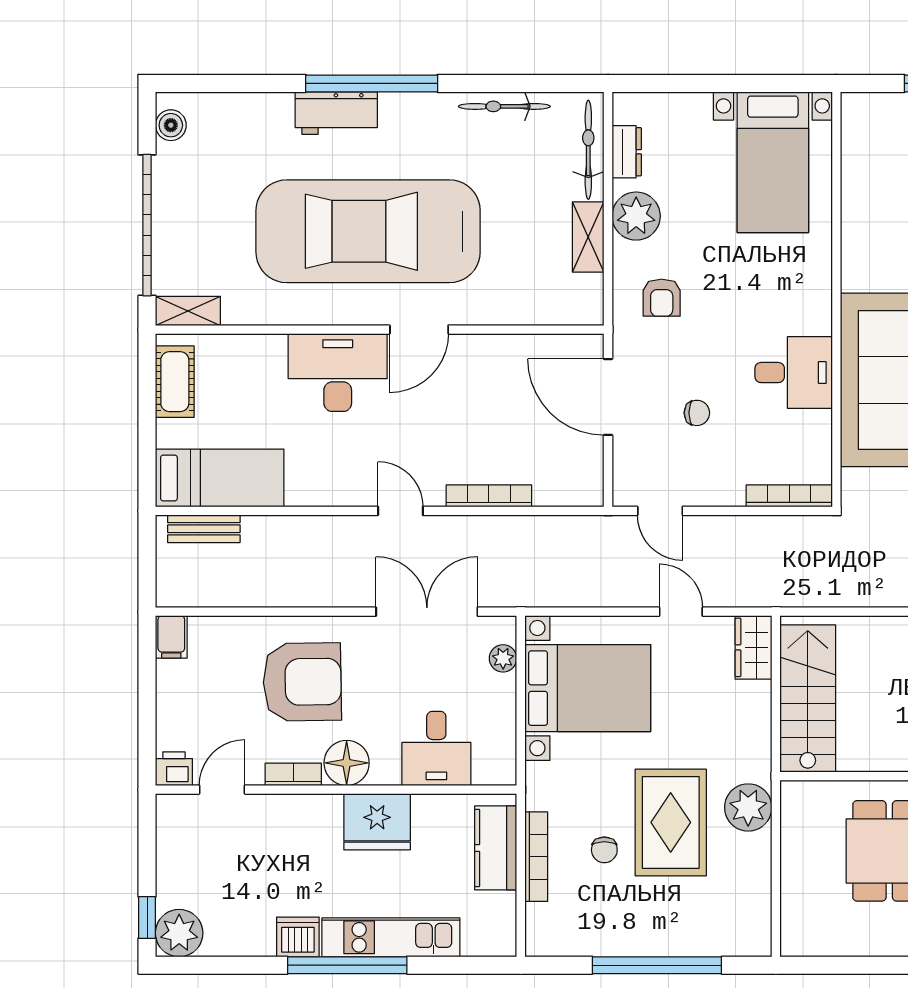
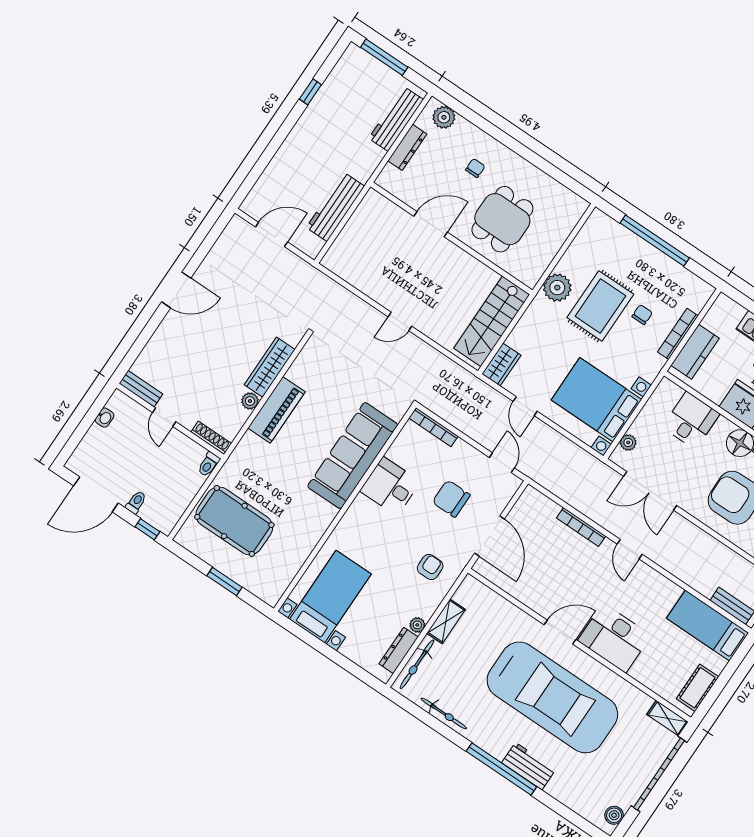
dresser: (627, 152) -> (399, 650), width x1.44
plant: (636, 216) -> (417, 625), width x0.53, depth x0.53
chair: (697, 413) -> (451, 499), width x1.87, depth x1.87

